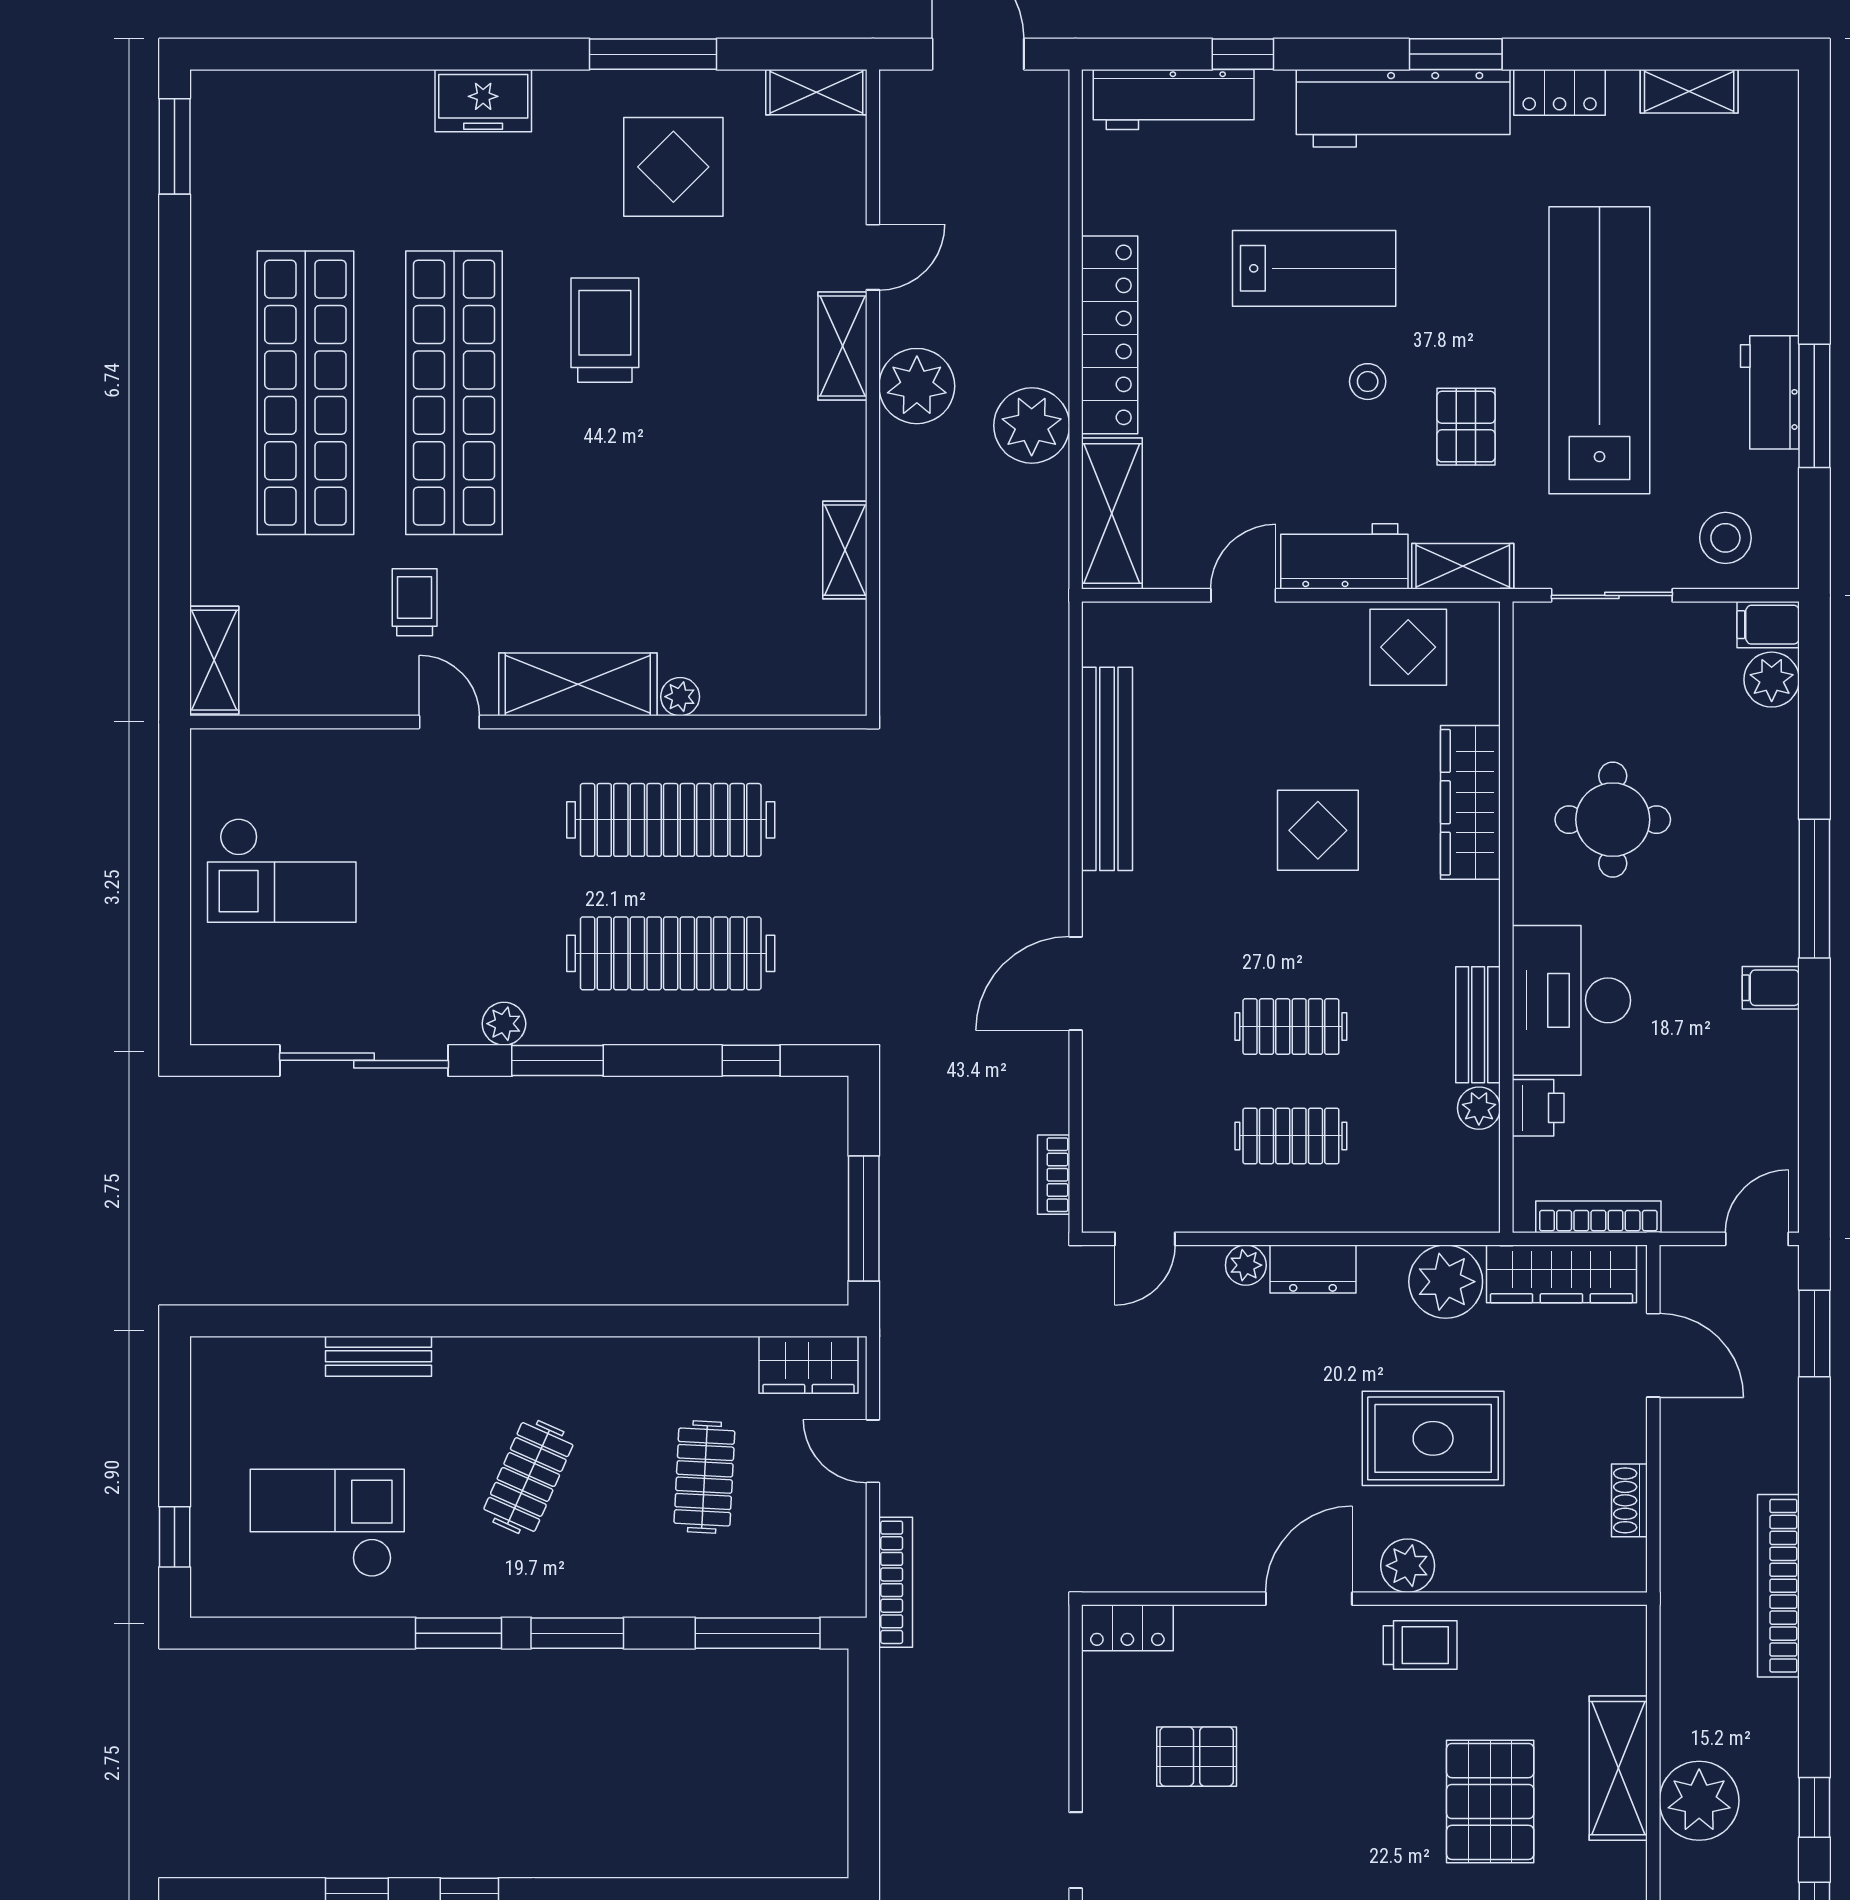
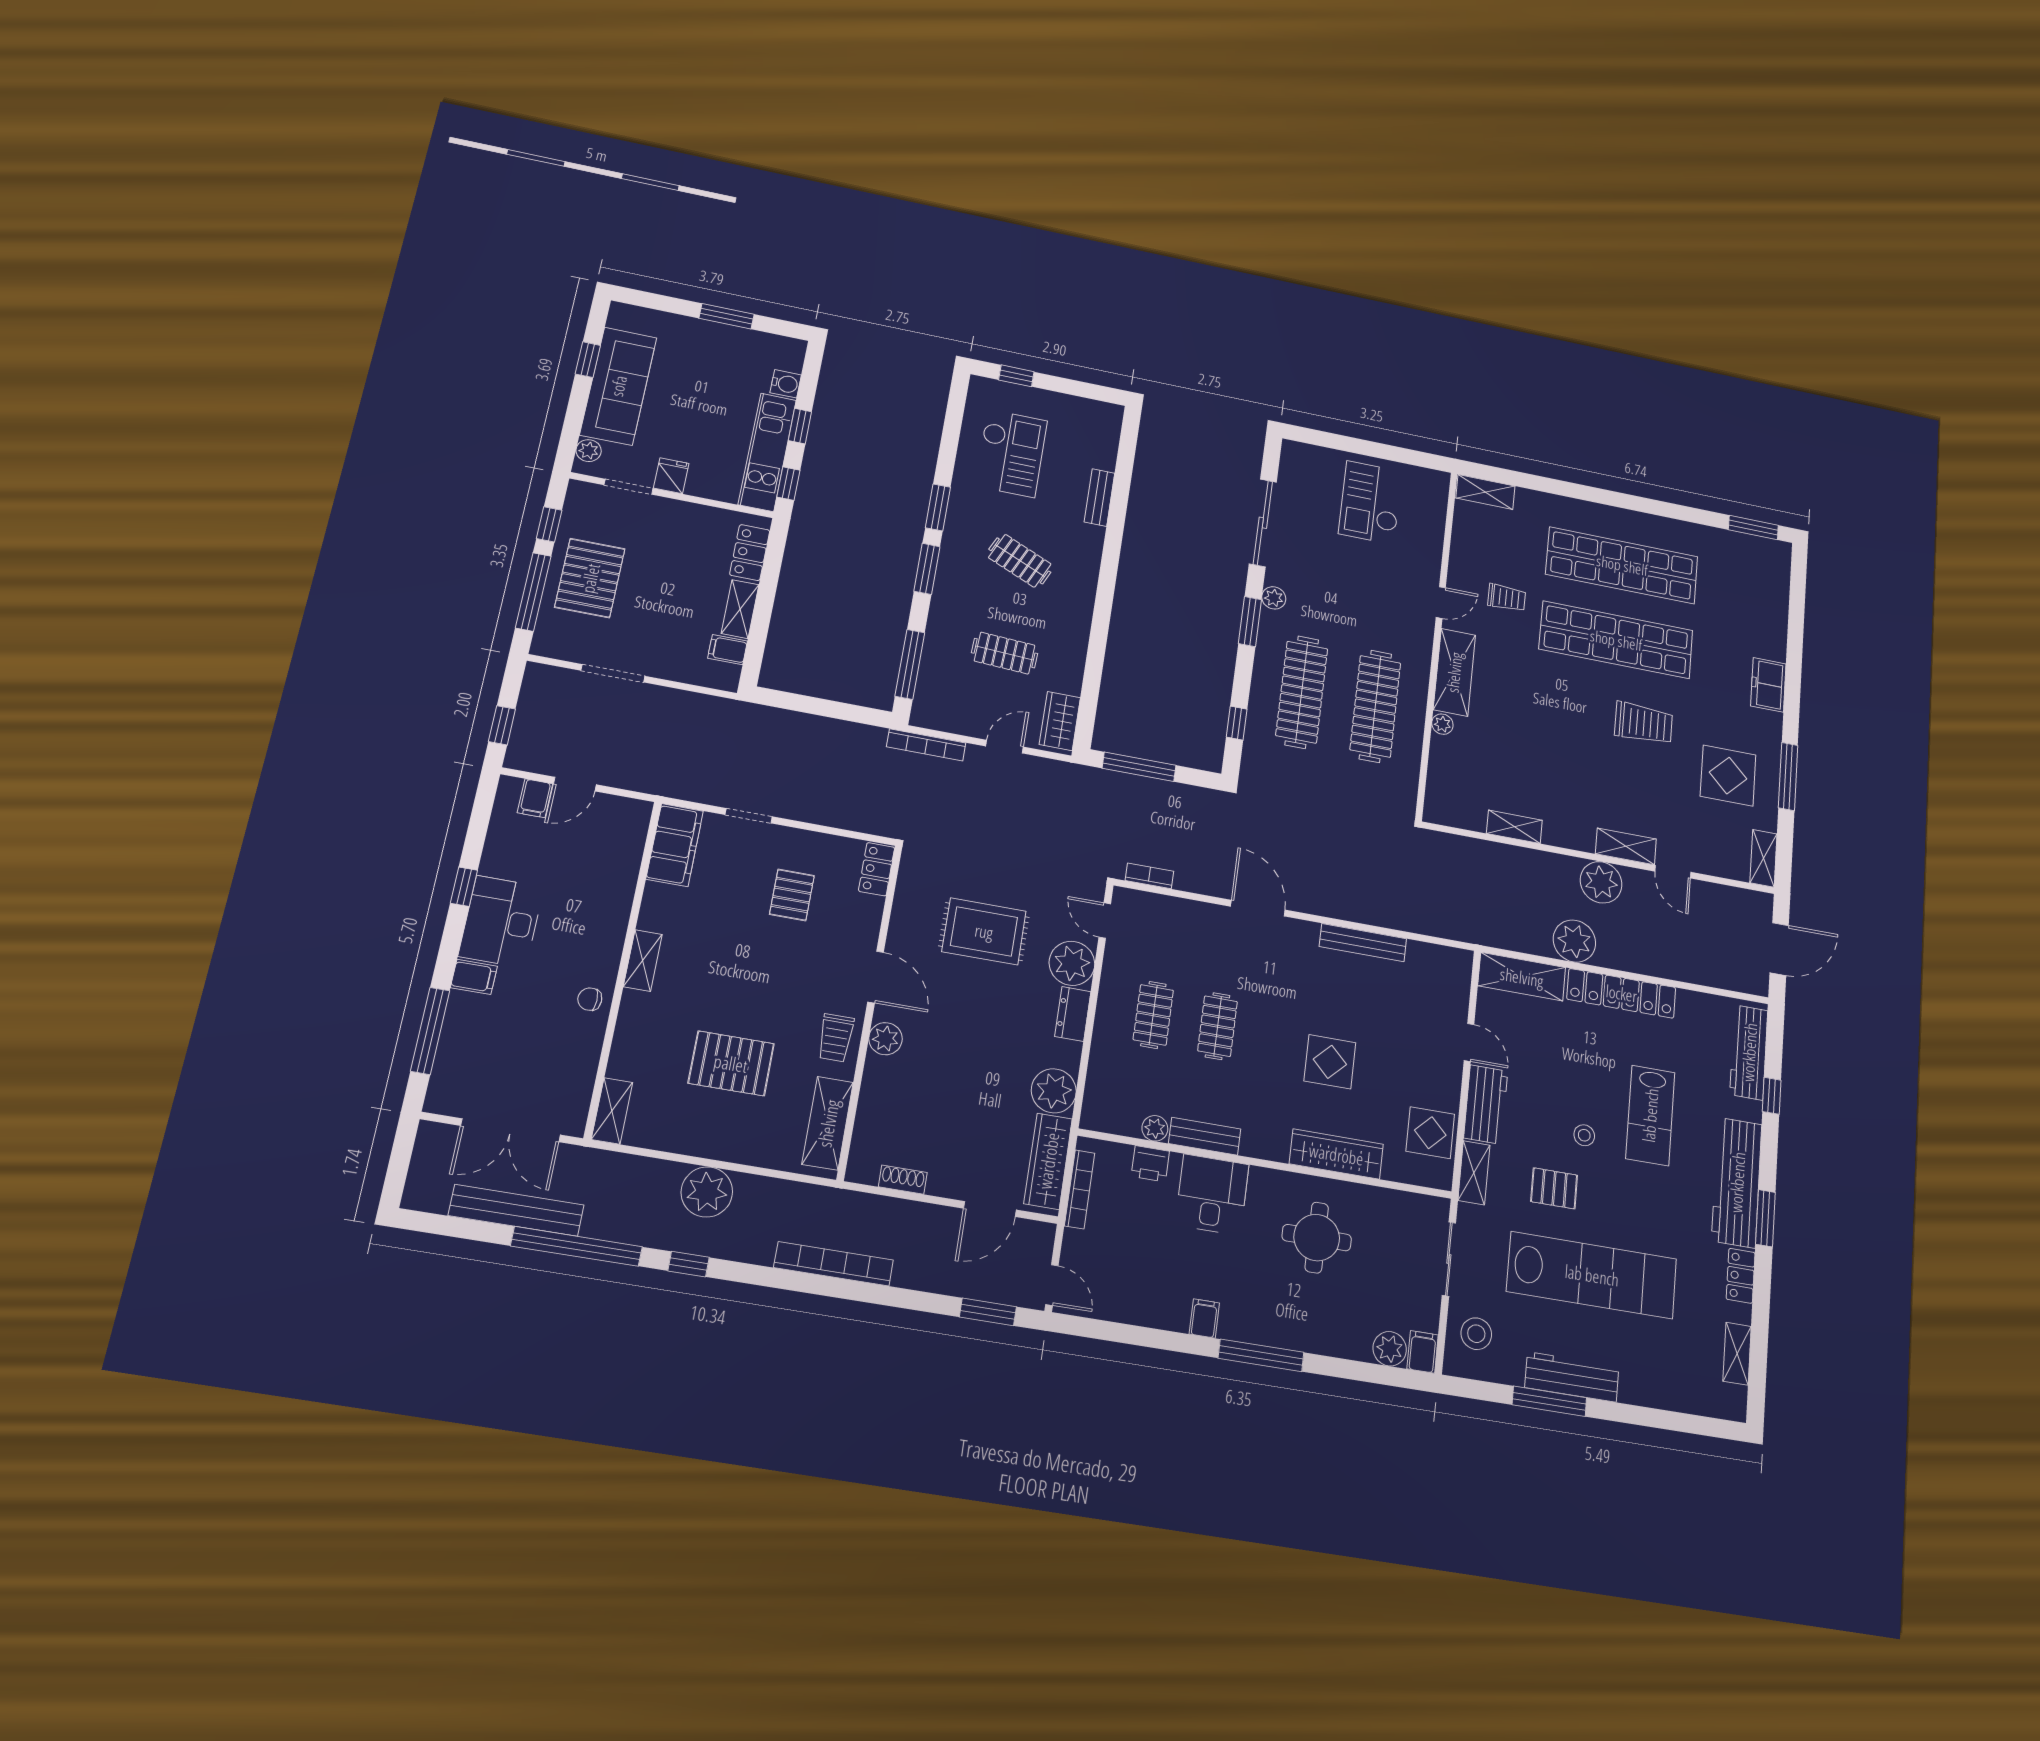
workbench: (1770, 392) -> (1572, 1377), width x1.38
bench: (1107, 769) -> (1363, 943), width x0.73, depth x0.82
desk: (1571, 1000) -> (1212, 1195), width x0.73
plant: (1246, 1265) -> (1072, 963), width x1.87, depth x1.87
rug: (1433, 1438) -> (984, 931), moved, turned 90
shelving: (1618, 1768) -> (828, 1123), moved, turned 90

